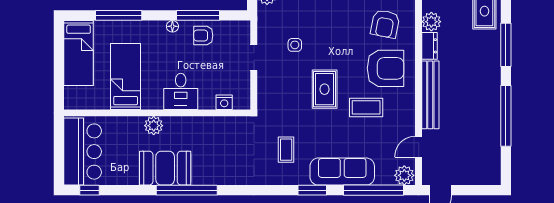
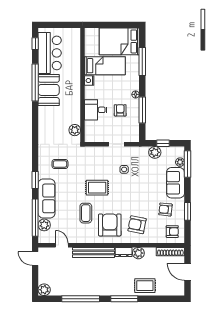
armchair: (203, 36) -> (120, 110), moved
bed: (79, 53) -> (119, 41), width x1.50
armchair: (385, 68) -> (110, 225), turned 180
desk: (181, 91) -> (96, 110), moved
nightstand: (224, 102) -> (89, 81), moved
plant: (154, 126) -> (75, 130), moved
bar counter: (83, 152) -> (50, 53), moved, turned -90
plant: (404, 175) -> (44, 225), moved
plant: (491, 175) -> (44, 290), added
window: (187, 190) -> (35, 82), moved

